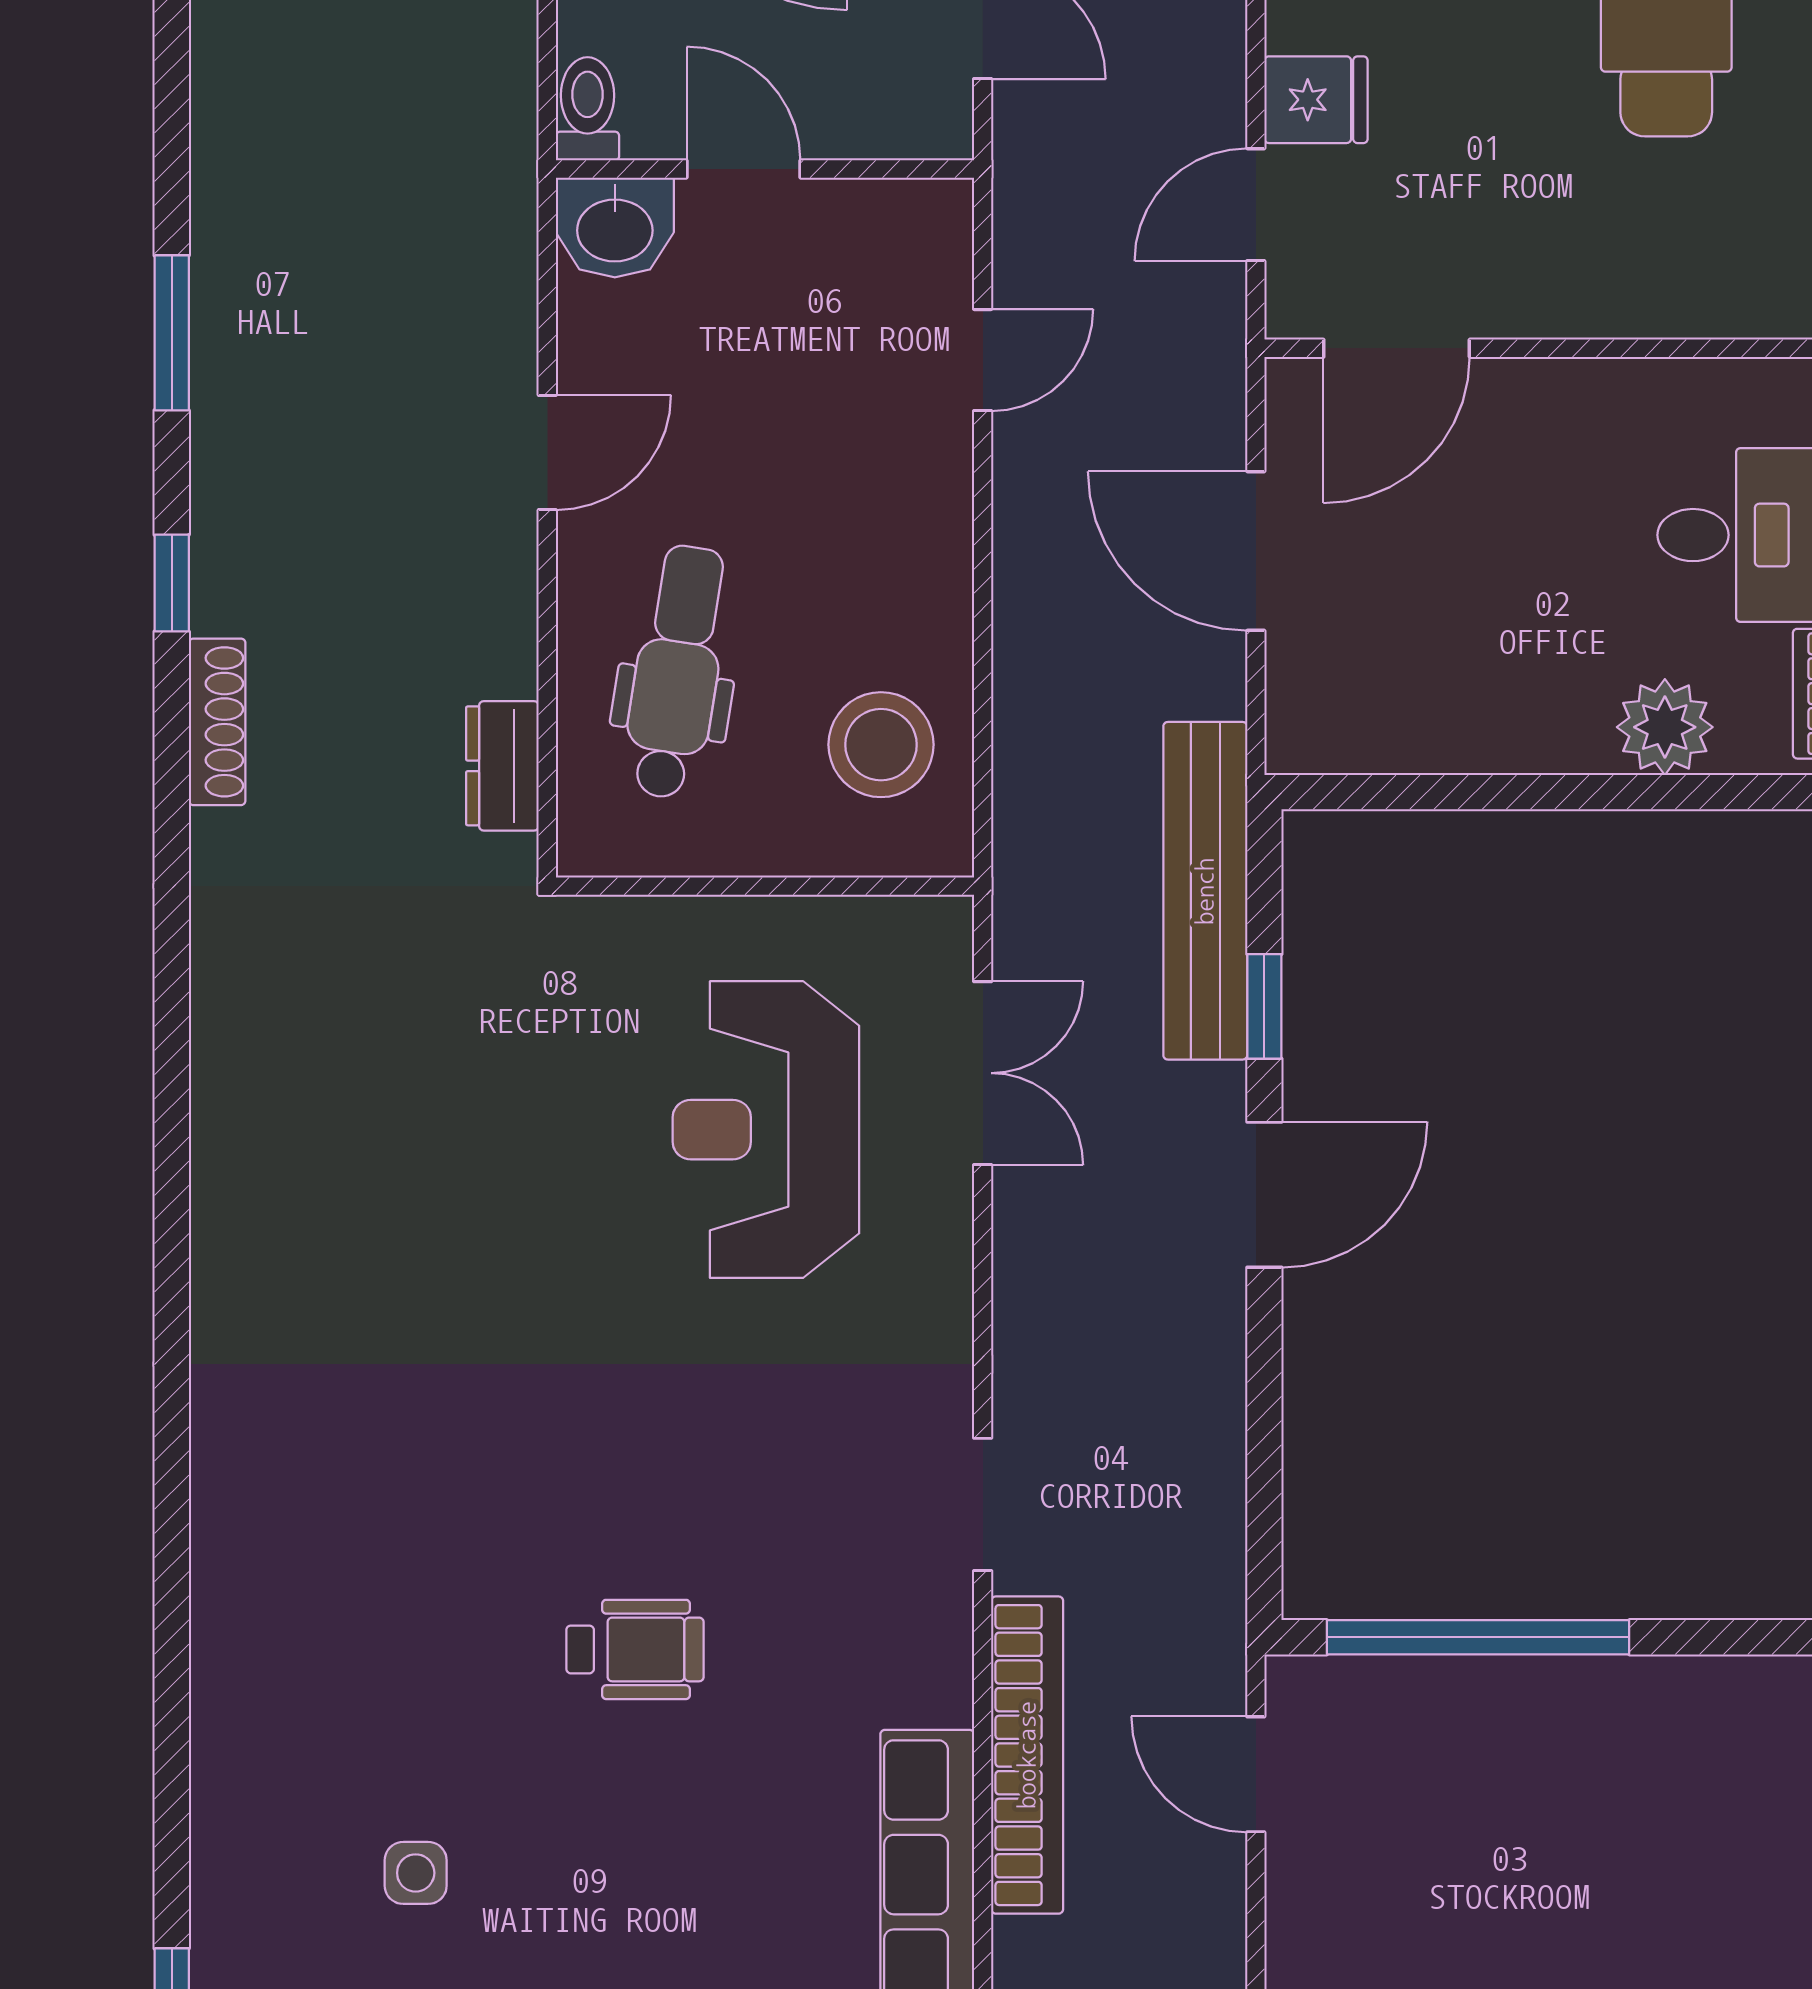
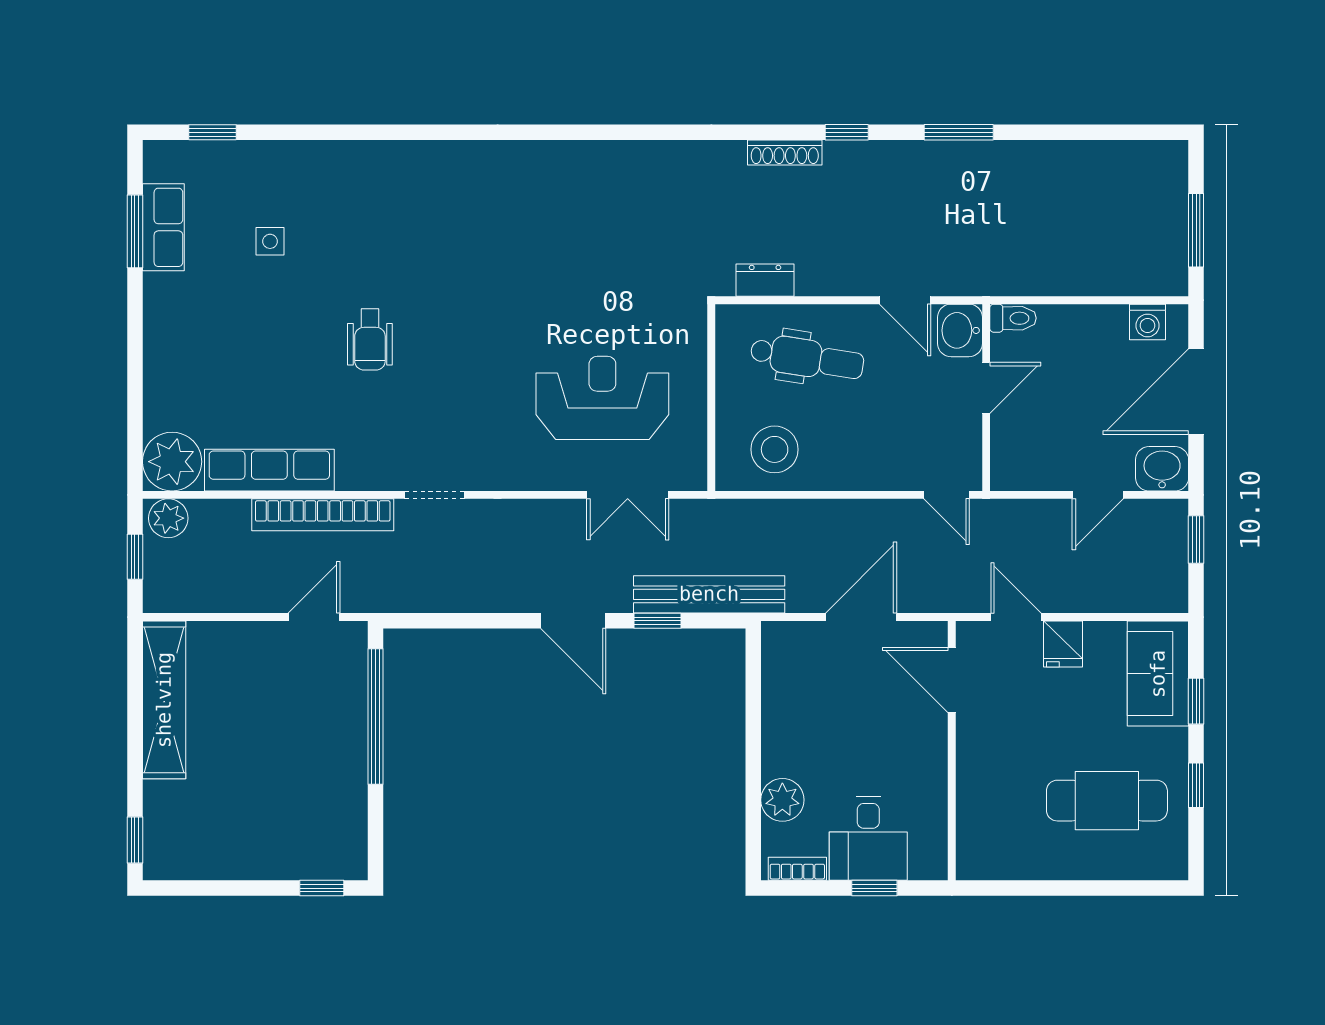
toilet: (588, 109) -> (1013, 318), moved
door: (743, 169) -> (986, 388), moved
wall: (765, 169) -> (986, 398), moved
washbasin: (615, 227) -> (960, 330), moved

